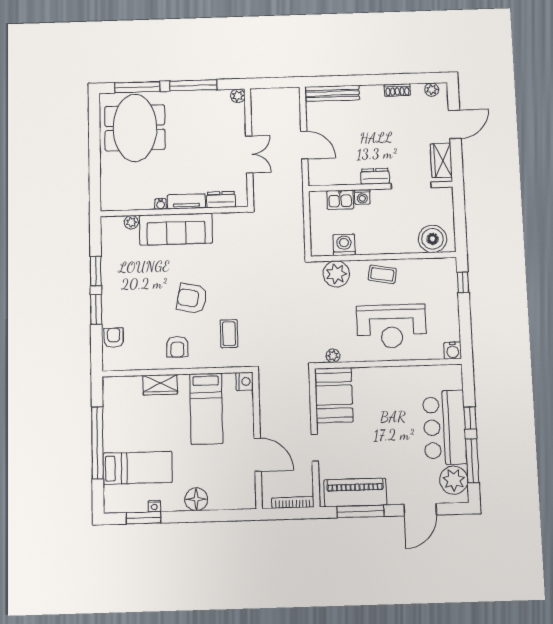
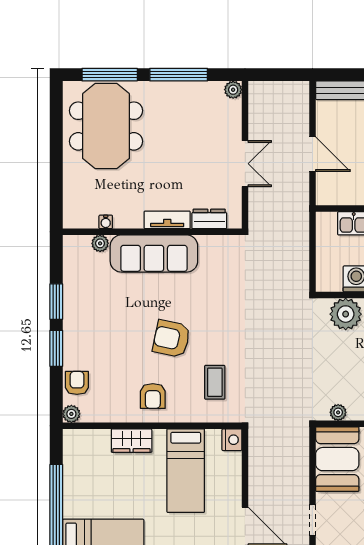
water cooler: (161, 204) -> (106, 222), moved
plant: (109, 364) -> (71, 414), added

